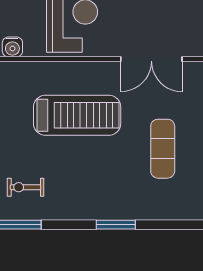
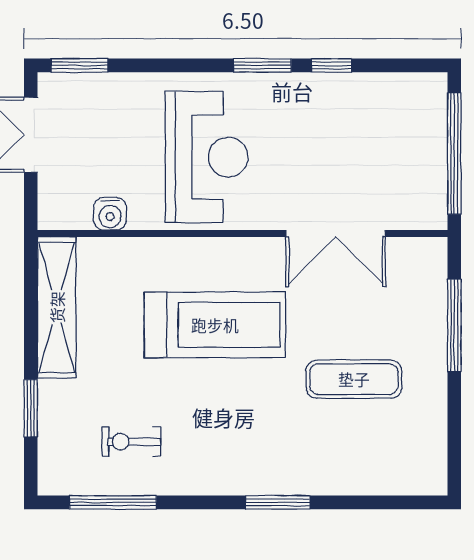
exercise mat: (163, 149) -> (354, 379), turned 90

